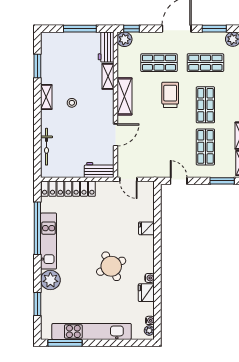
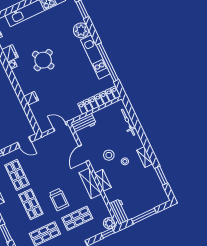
shelving: (108, 76) -> (103, 180), moved
stool: (87, 119) -> (109, 155), added

